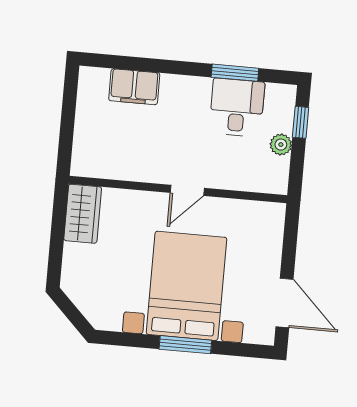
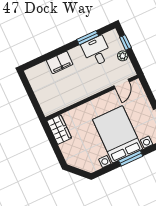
filing cabinet: (134, 87) -> (60, 62), moved
door: (187, 190) -> (122, 84), moved

